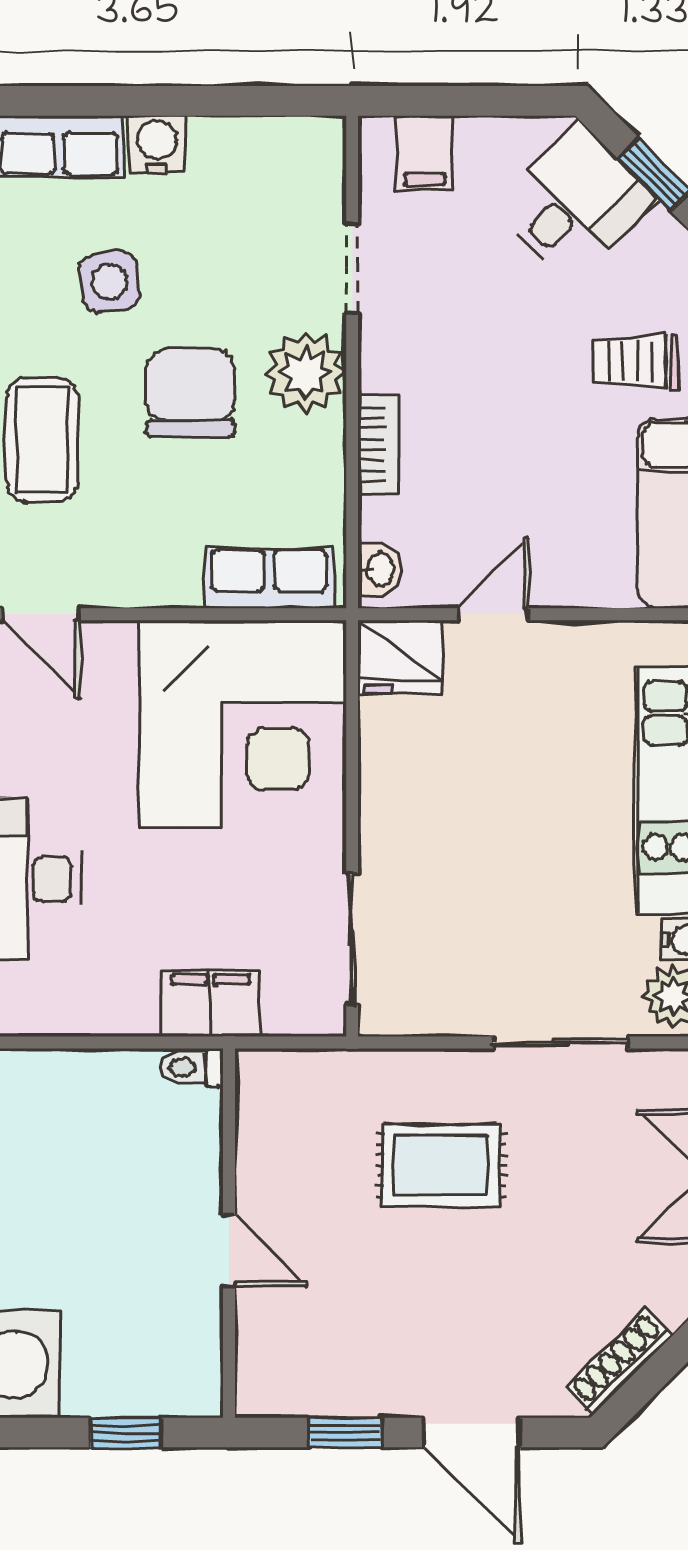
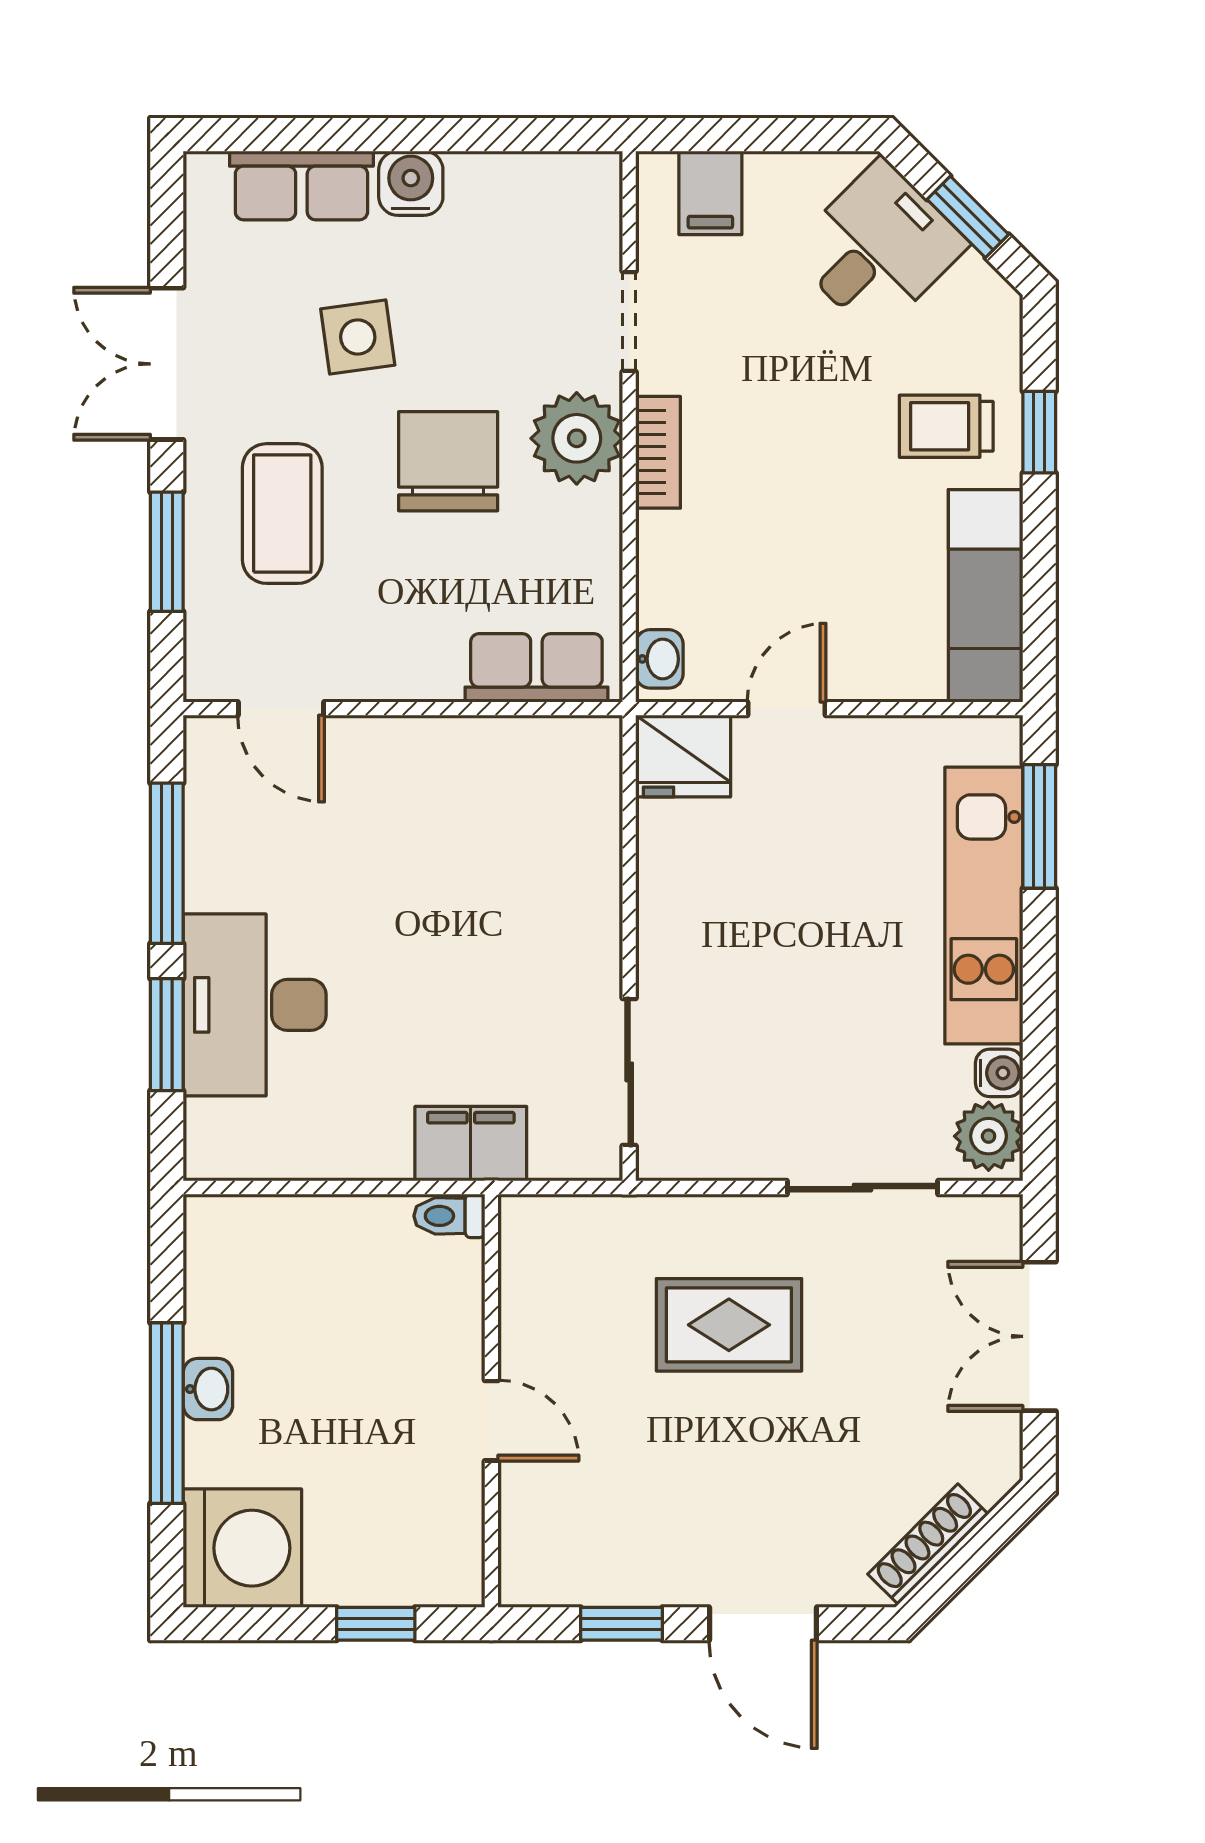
bookcase: (378, 444) -> (658, 452), moved
corner desk: (242, 724) -> (507, 831), removed

